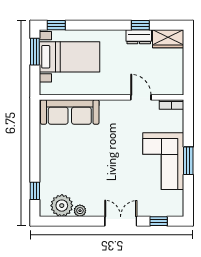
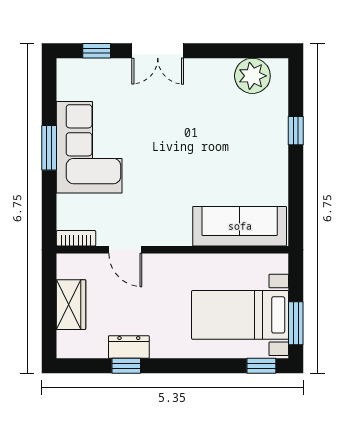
wardrobe: (168, 39) -> (71, 305), moved, turned 90
window: (35, 191) -> (296, 131), moved
plant: (80, 211) -> (223, 68), removed

